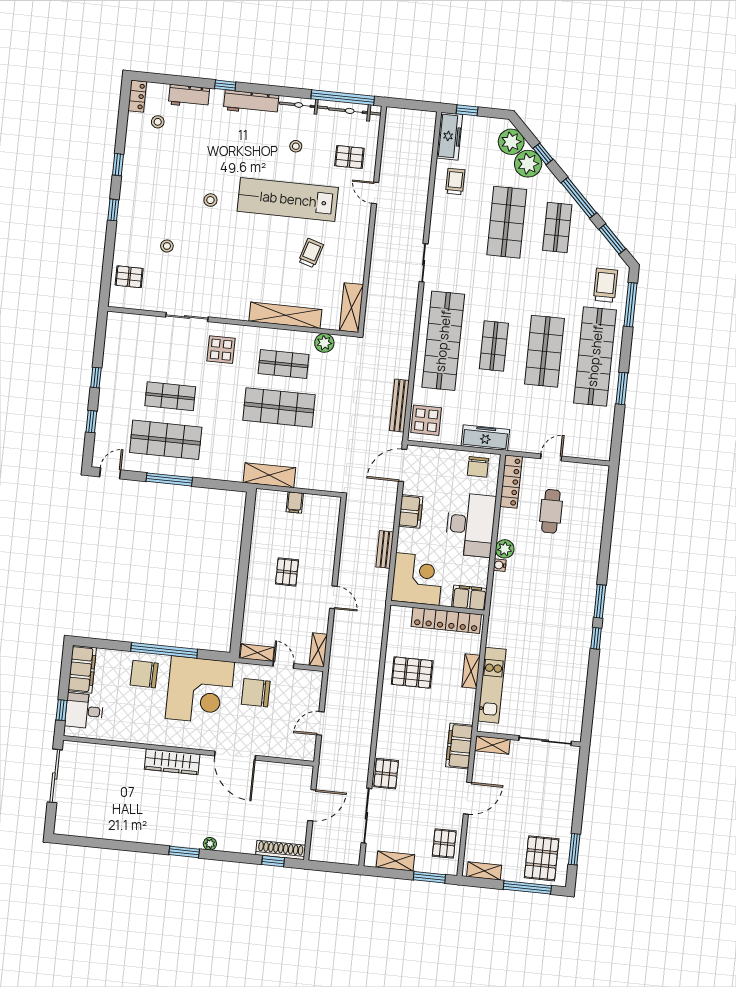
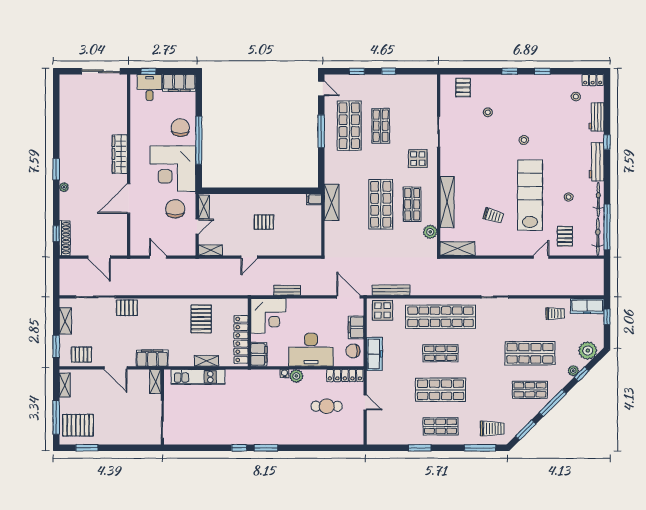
plant: (528, 164) -> (573, 371), width x0.53, depth x0.53
shop shelf: (595, 356) -> (441, 426), width x0.50, depth x0.74
filing cabinet: (295, 502) -> (314, 199), moved
filing cabinet: (411, 511) -> (356, 327), moved, turned 90

